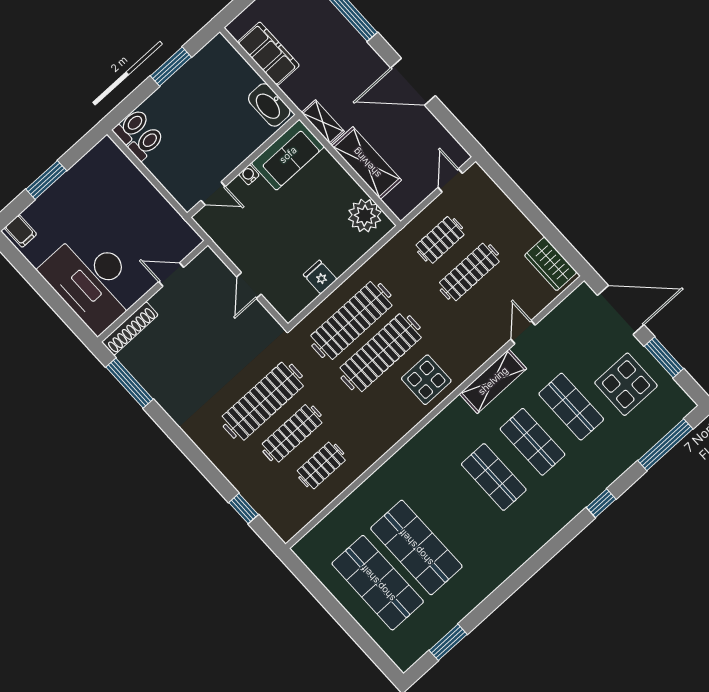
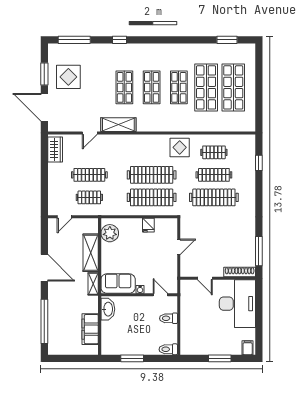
toilet: (146, 143) -> (169, 318), moved
display table: (426, 380) -> (180, 147), moved
shop shelf: (571, 407) -> (179, 87), moved

